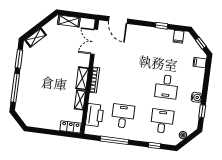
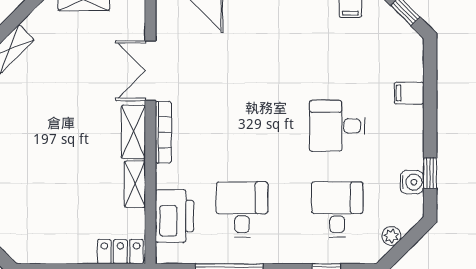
double door: (94, 42) -> (150, 71), moved
filing cabinet: (200, 63) -> (409, 93), moved
desk: (167, 87) -> (337, 126), turned 90
water cooler: (196, 97) -> (412, 182), moved

